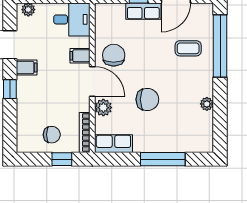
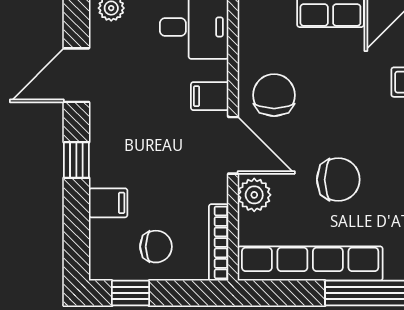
filing cabinet: (27, 68) -> (108, 203), moved
row of seats: (113, 144) -> (310, 263), width x2.02
window: (62, 159) -> (130, 293), moved

